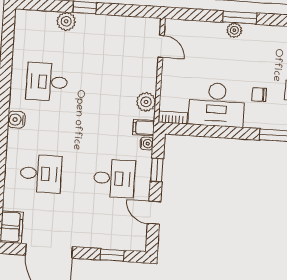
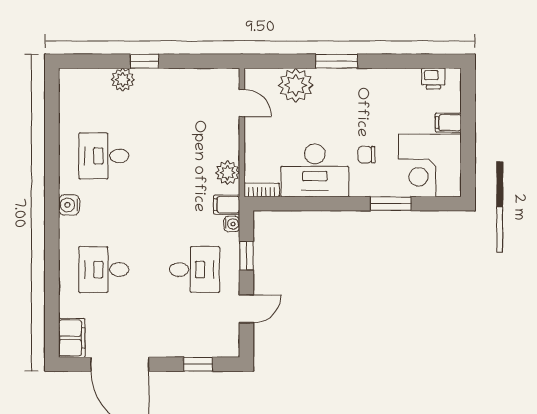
plant: (234, 30) -> (296, 85), moved, width x1.88, depth x1.88
desk: (41, 174) -> (104, 270), turned 180
door: (154, 213) -> (246, 309), swing flipped

